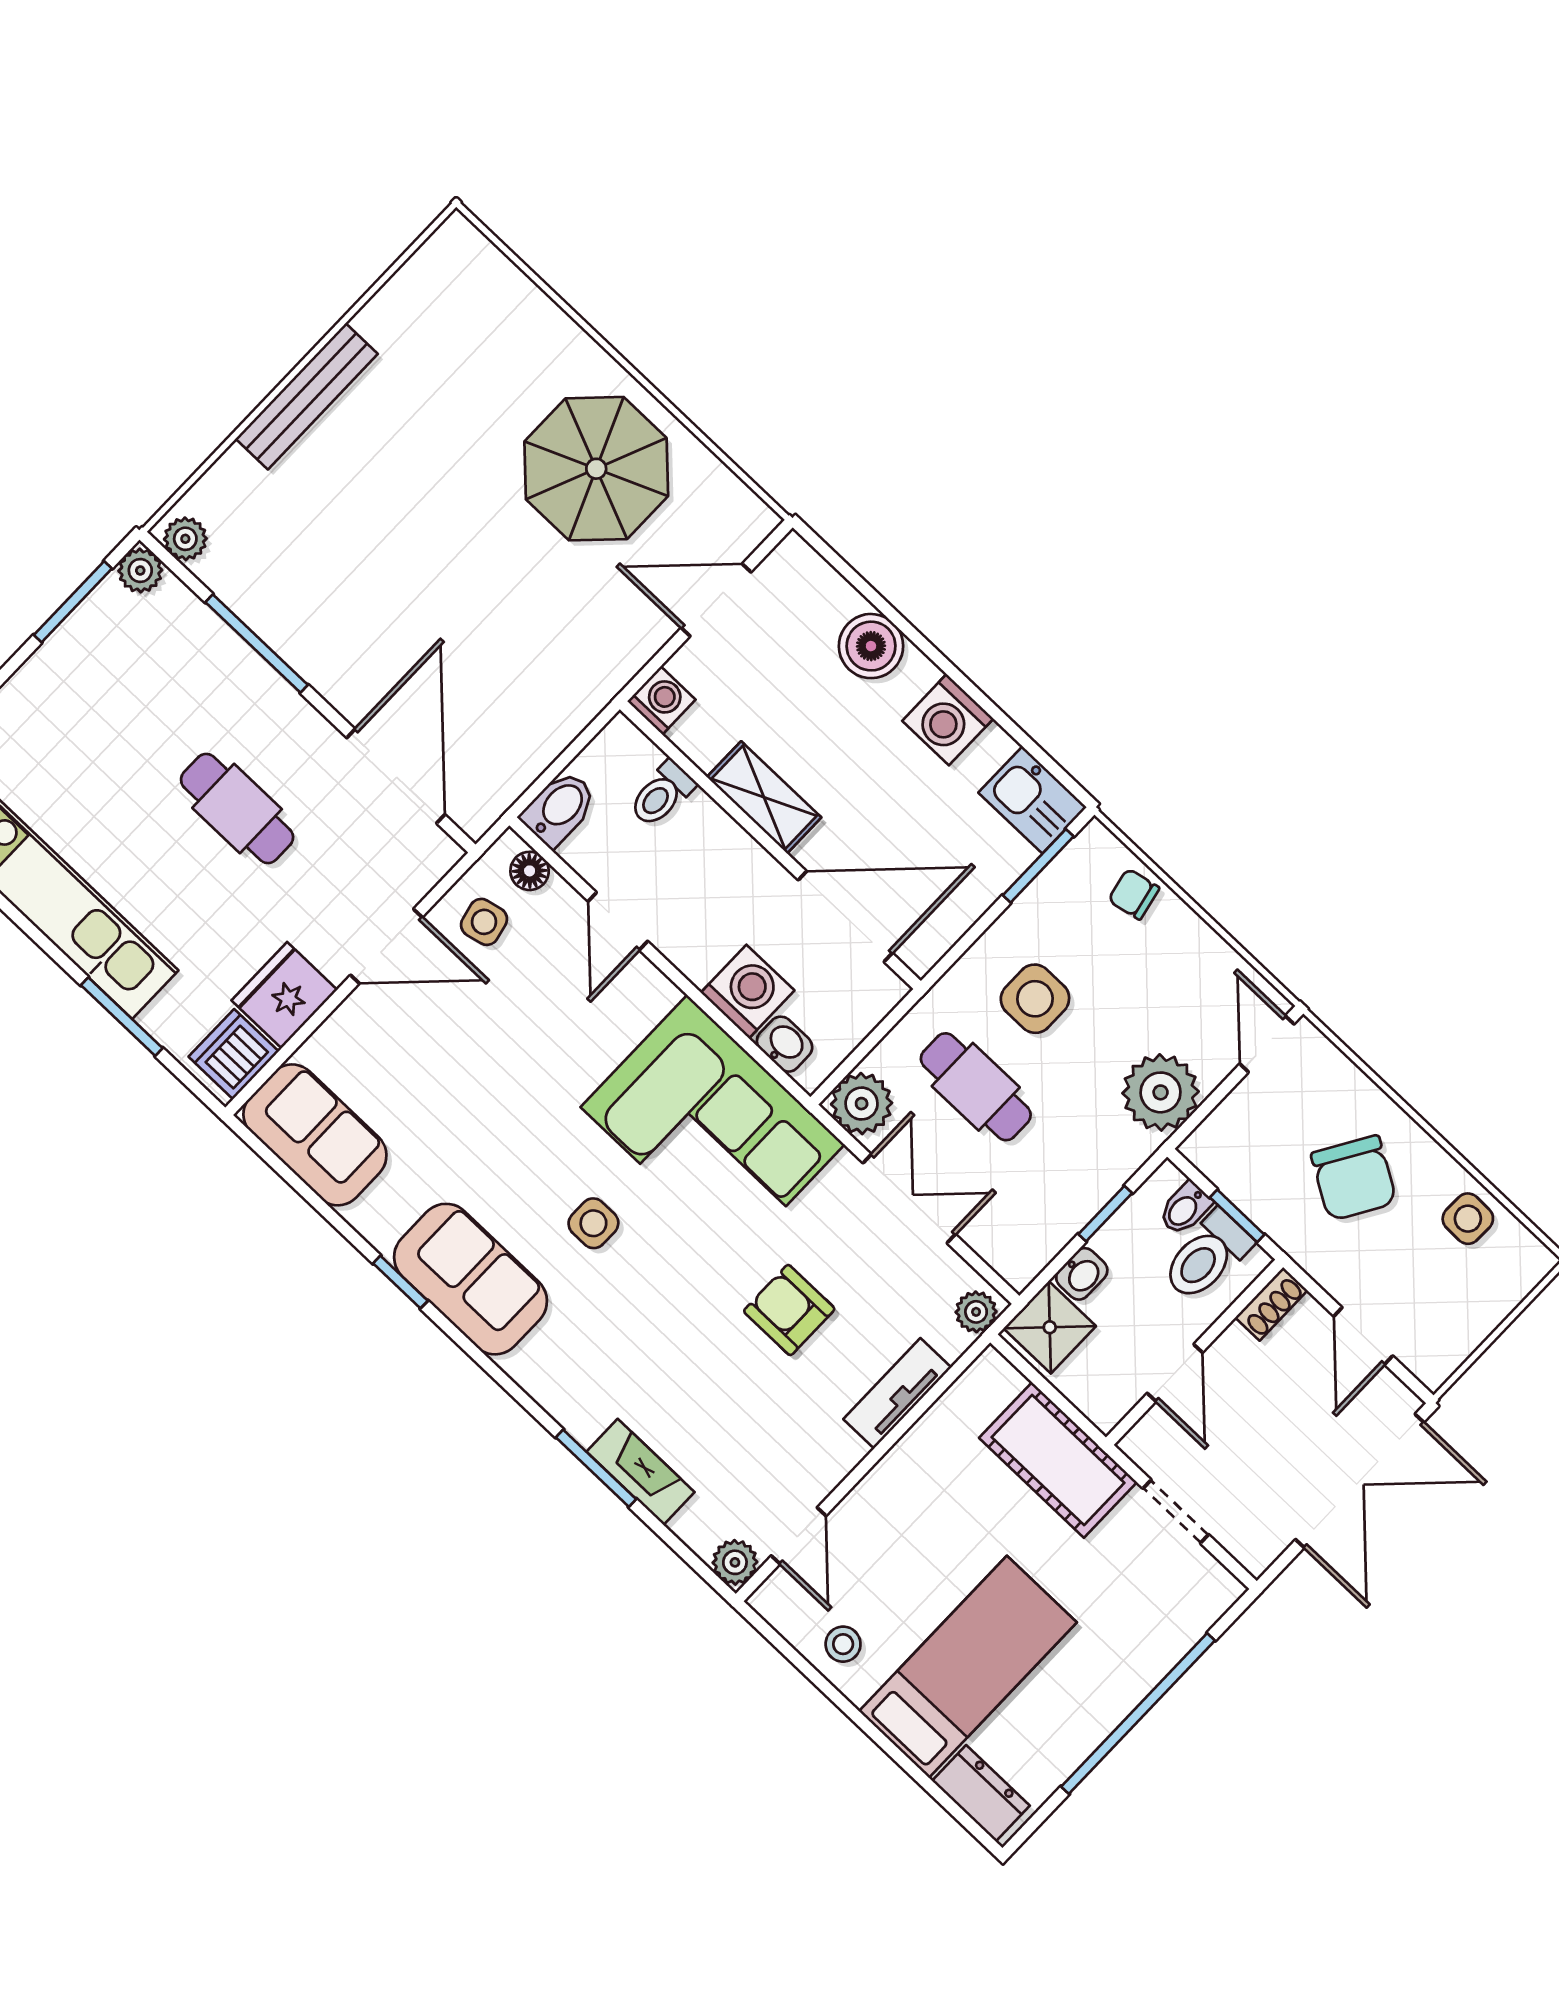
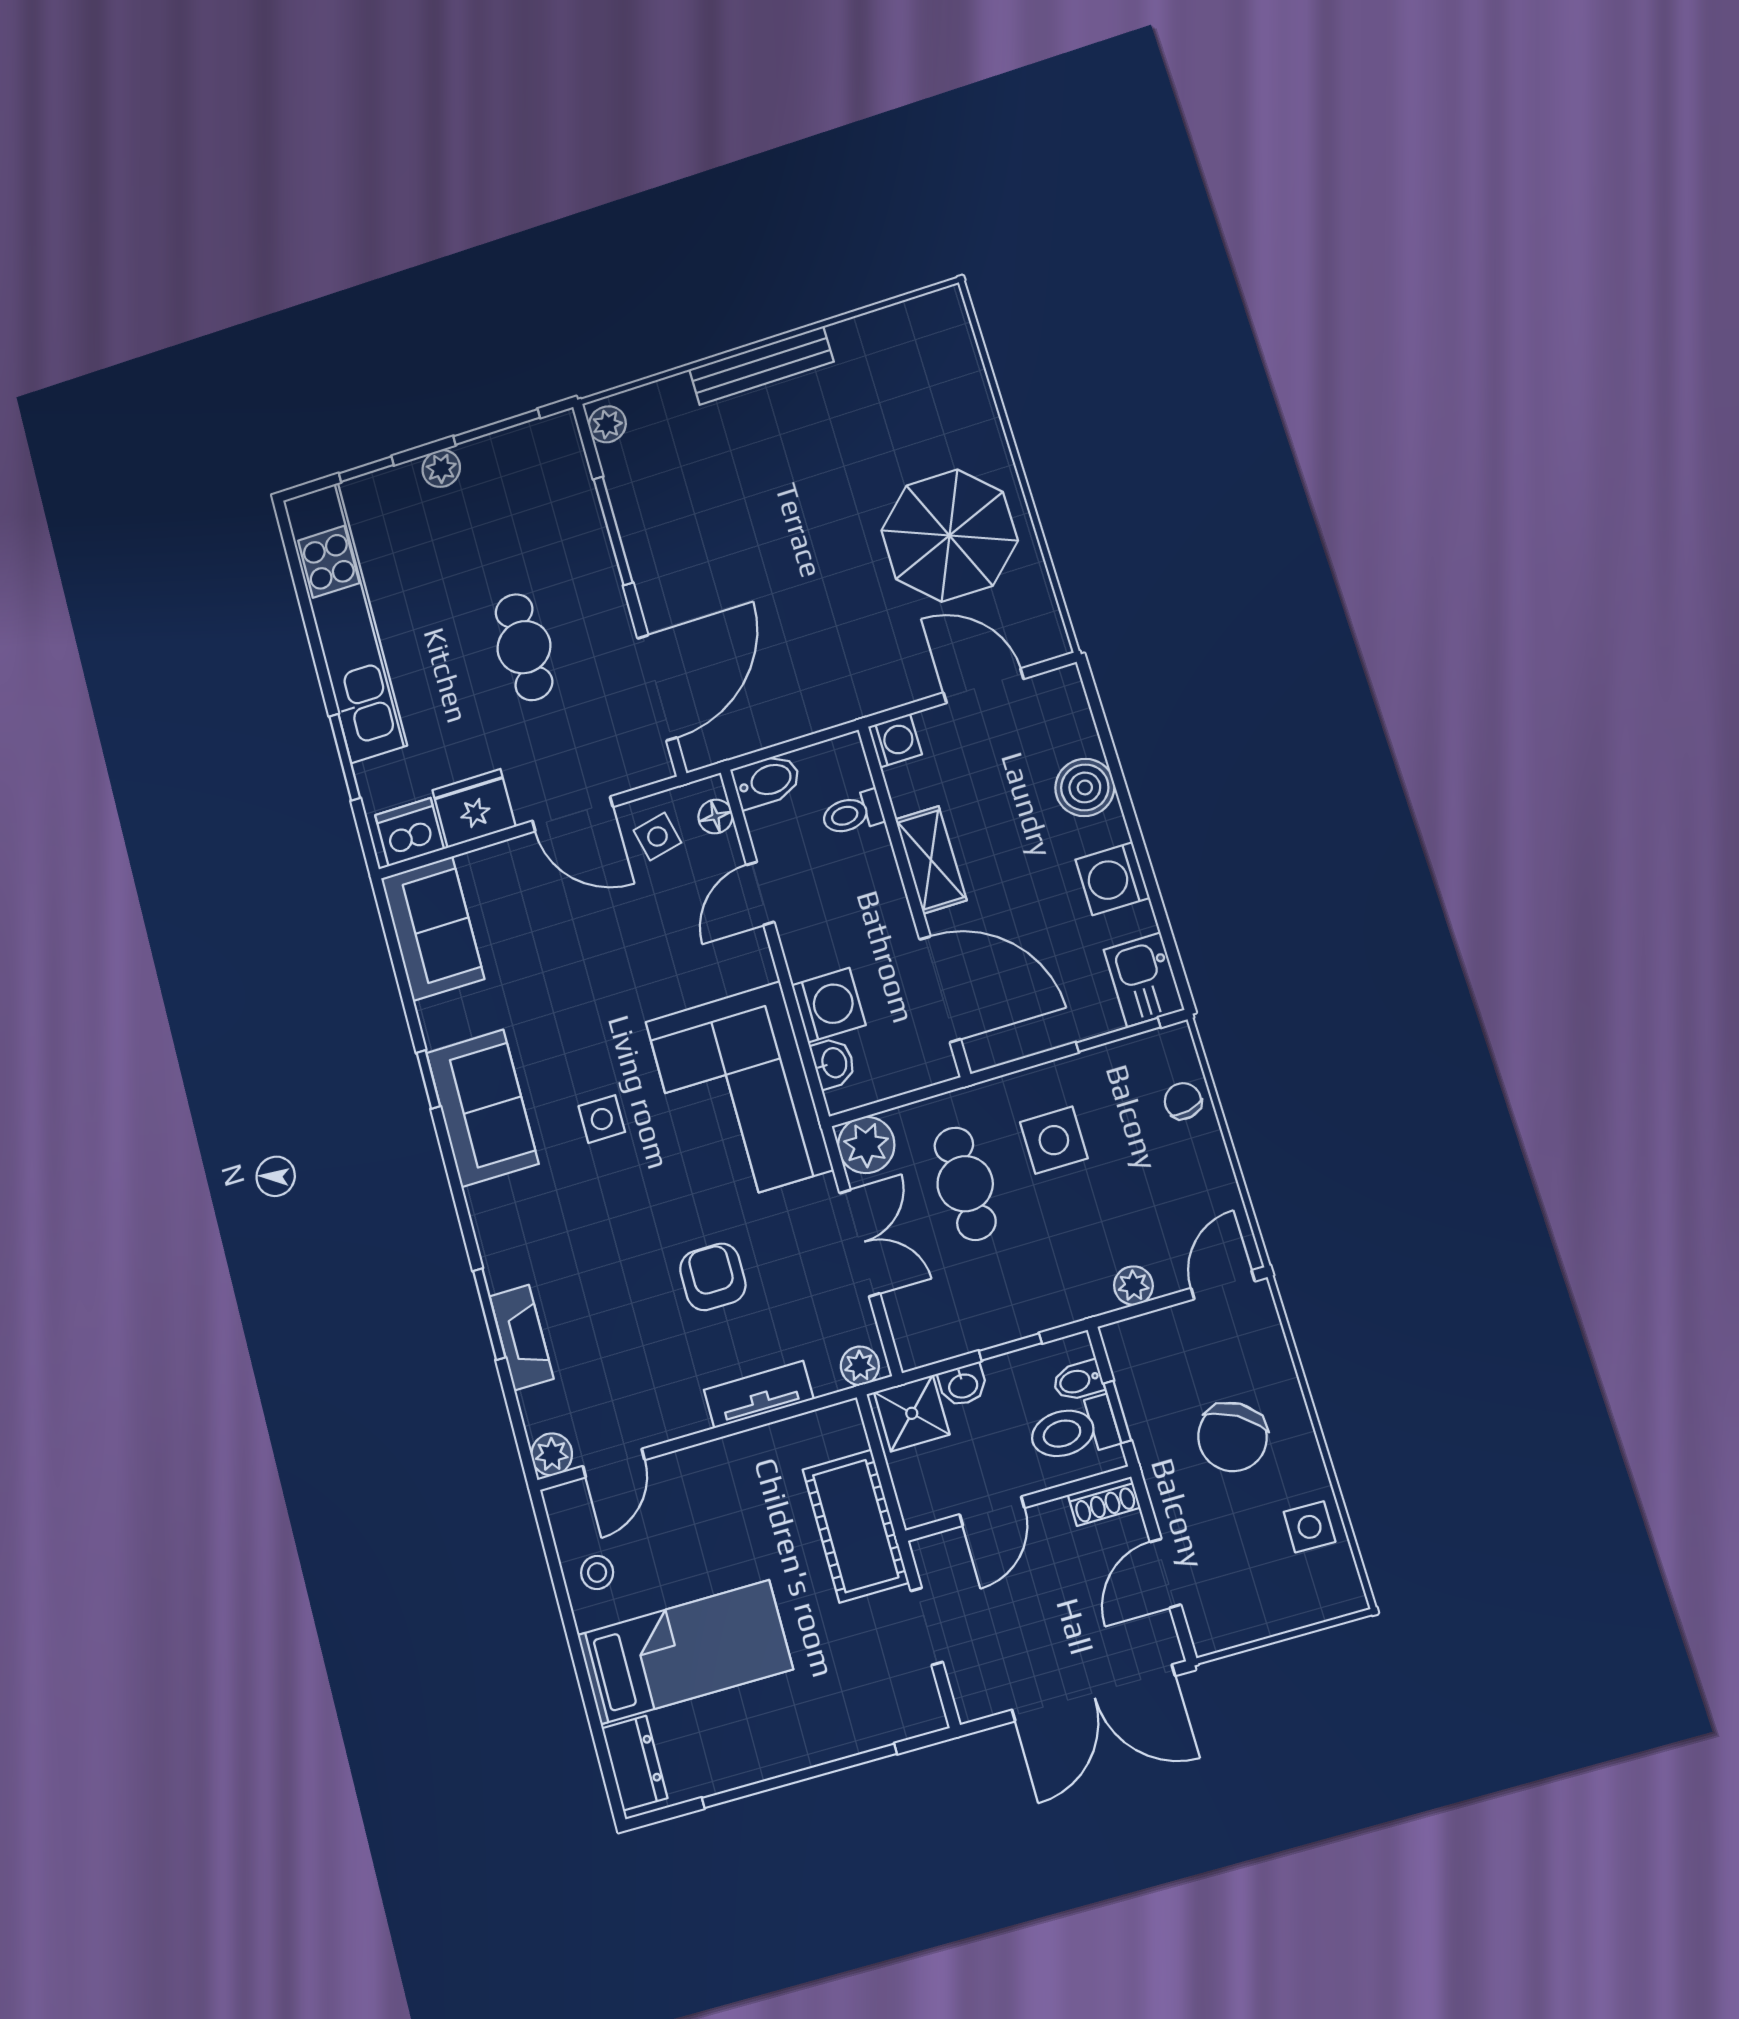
plant: (140, 570) -> (441, 468), moved
plant: (1161, 1092) -> (1133, 1286), width x0.53, depth x0.53

